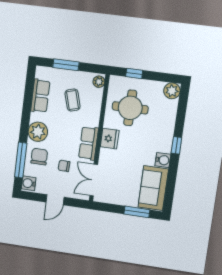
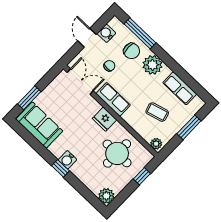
water cooler: (163, 160) -> (67, 160), moved
water cooler: (29, 183) -> (106, 33), moved, turned -90

